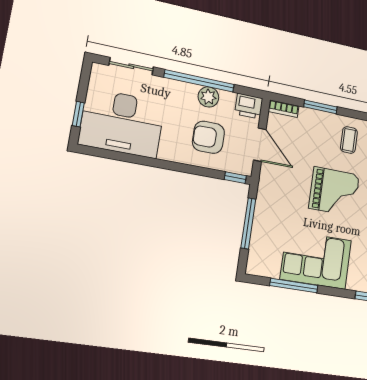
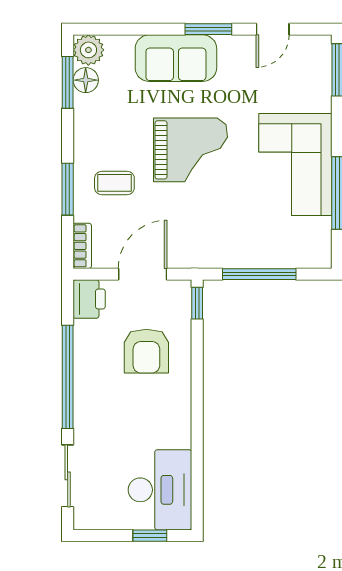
plant: (208, 97) -> (88, 360), removed
desk: (122, 123) -> (160, 490), width x0.73, depth x0.77
coffee table: (349, 140) -> (114, 183), moved
grand piano: (334, 192) -> (191, 150), turned 90

